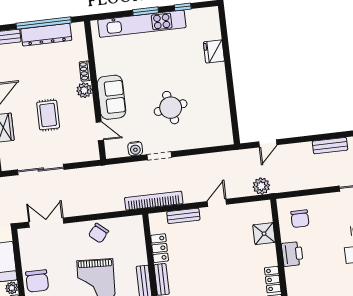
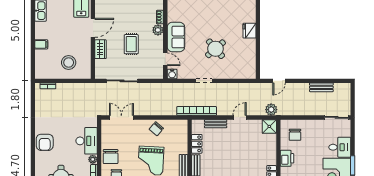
fridge: (214, 52) -> (249, 31), moved
round table: (171, 108) -> (215, 49), turned -30
water cooler: (135, 149) -> (172, 74), moved
shower: (264, 234) -> (269, 126), moved

